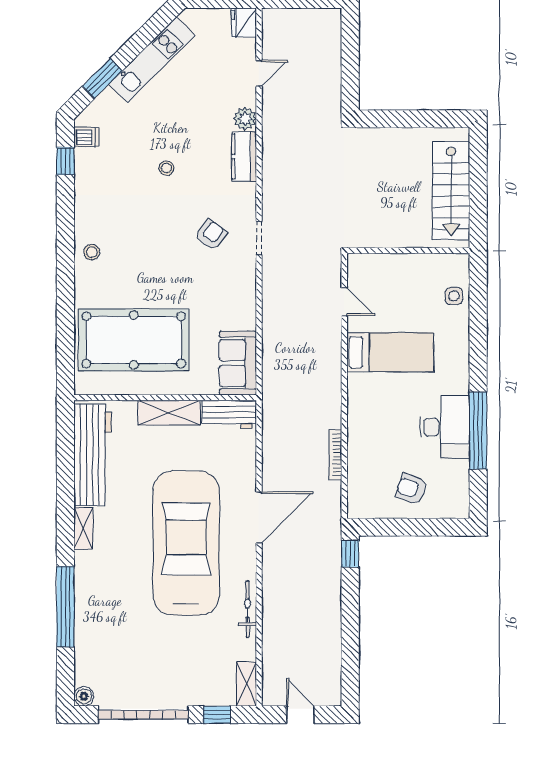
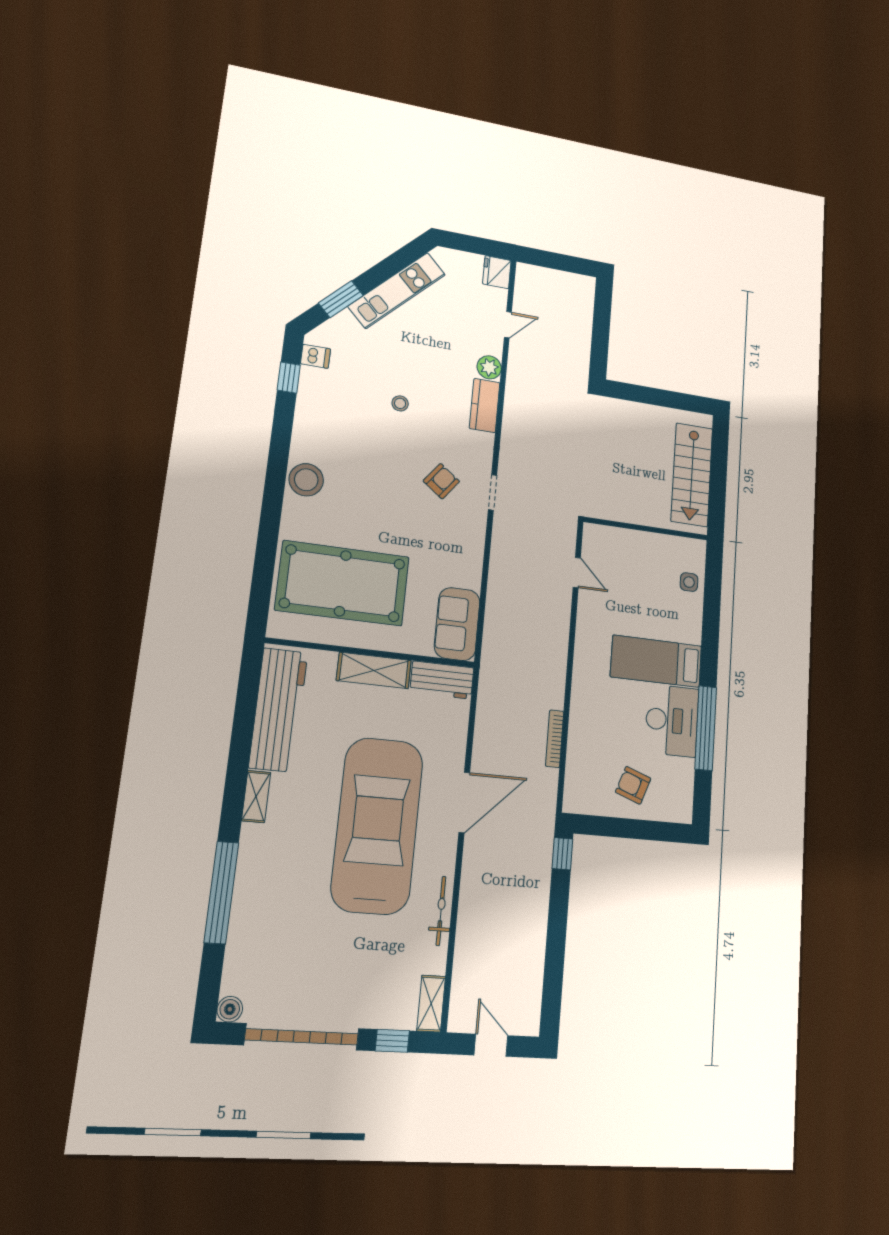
stool: (92, 252) -> (306, 480), width x1.89, depth x1.89
bed: (390, 352) -> (656, 661), moved, turned 180

